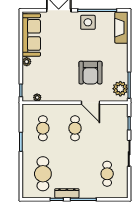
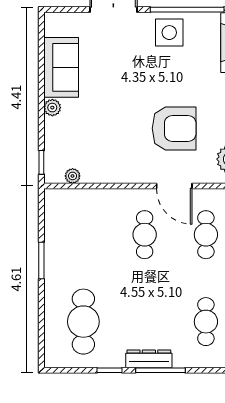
sofa: (31, 35) -> (61, 67), width x0.73
armchair: (90, 73) -> (174, 128), turned -90
cafe table: (43, 128) -> (206, 235), moved
dresser: (67, 193) -> (149, 359), moved

